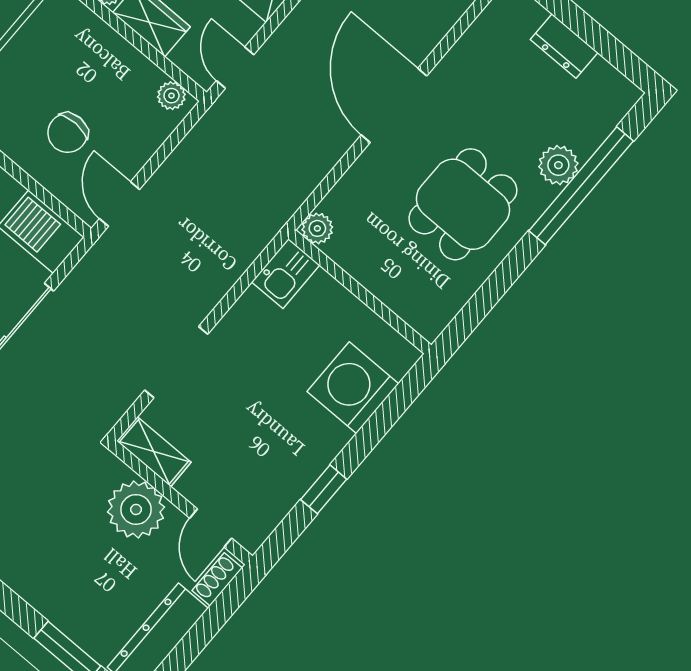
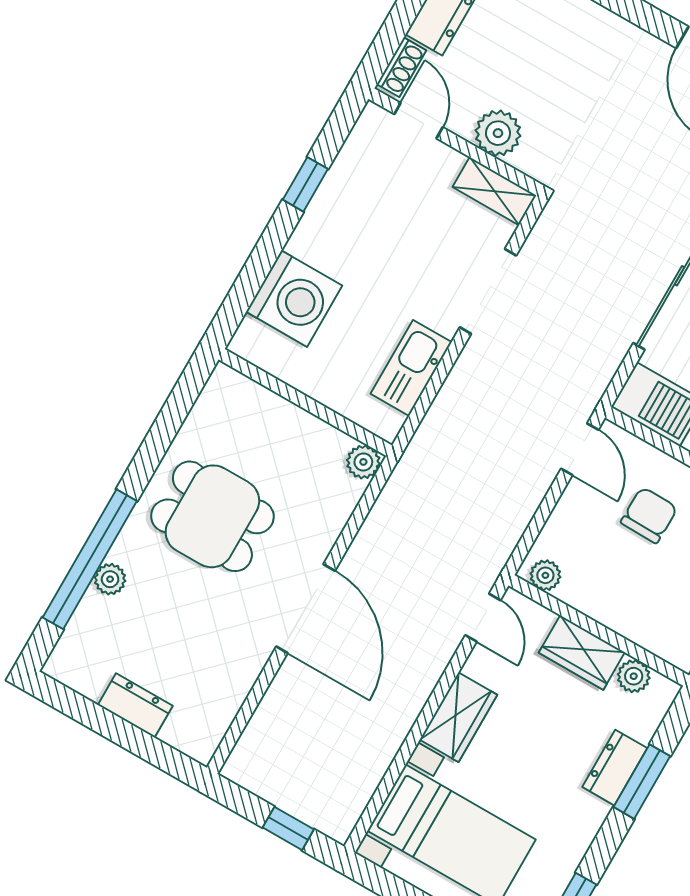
plant: (558, 165) -> (110, 579), width x0.73, depth x0.73
dining table: (463, 204) -> (212, 516), turned 90
kitchen sink: (286, 274) -> (411, 368), moved, width x1.38
plant: (136, 509) -> (498, 133), width x0.73, depth x0.73

